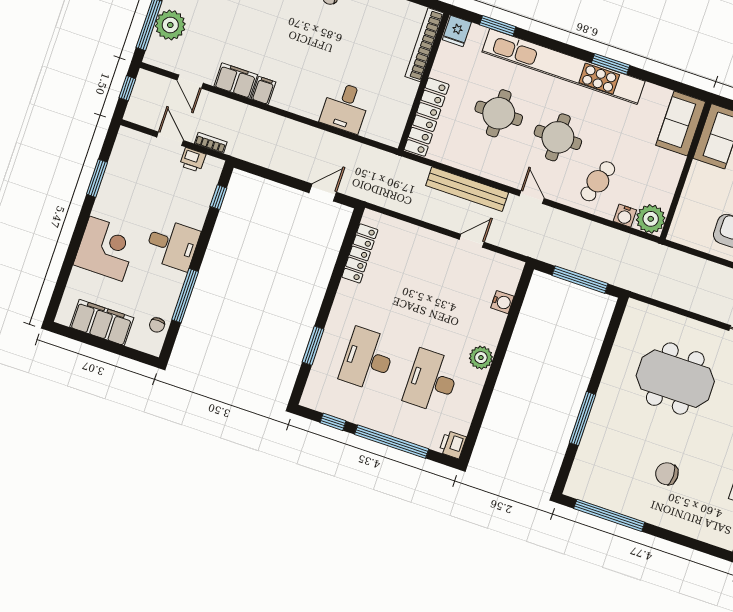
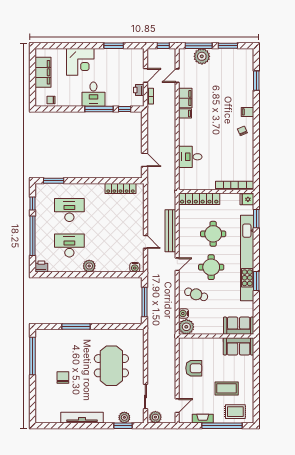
window: (185, 296) -> (99, 109), moved
water cooler: (502, 302) -> (135, 267), moved
window: (313, 346) -> (54, 181), moved

